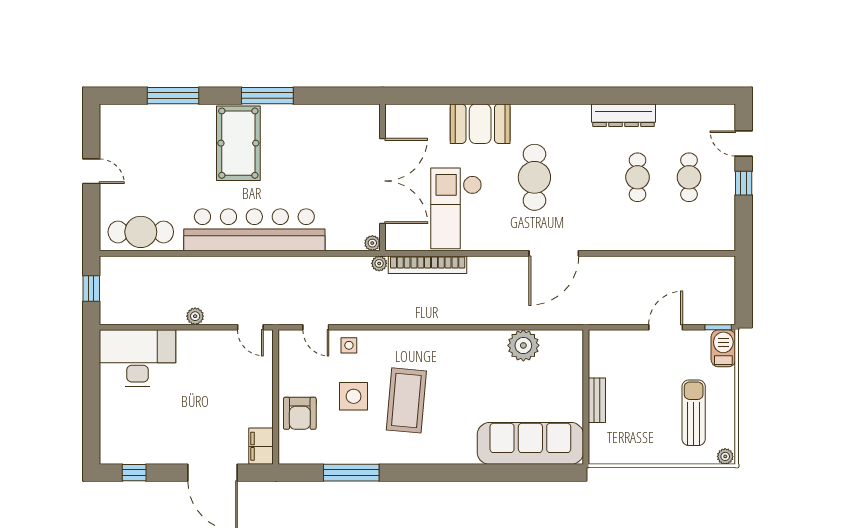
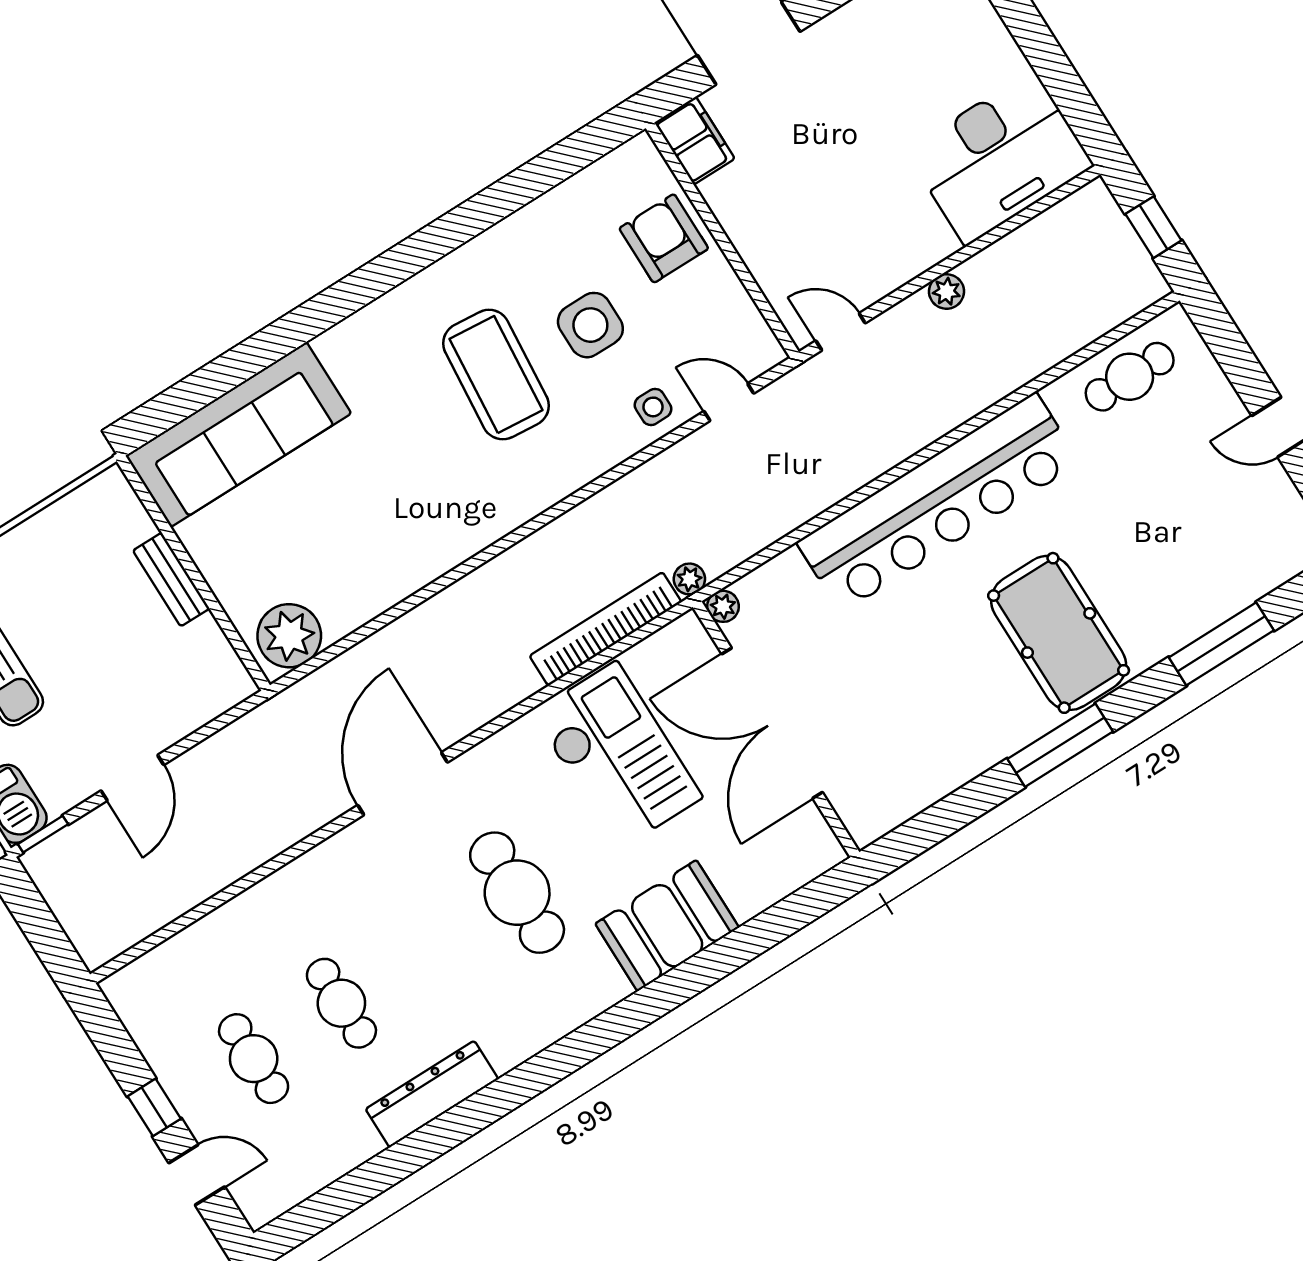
cafe table: (141, 232) -> (1130, 377), width x0.73, depth x0.74
plant: (523, 345) -> (289, 636), moved
window: (351, 473) -> (512, 192), removed

